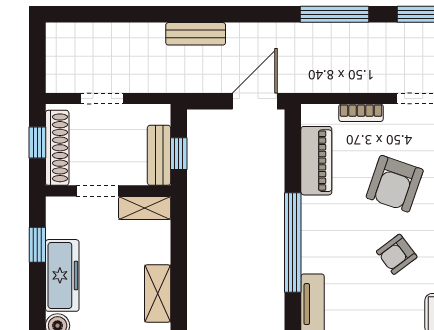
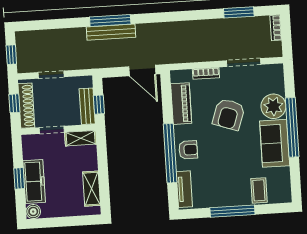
window: (334, 14) -> (110, 21), moved
bench: (196, 34) -> (111, 32), width x1.36
window: (37, 61) -> (11, 55), added
door: (255, 101) -> (142, 70), swing flipped
window: (37, 245) -> (19, 178), moved
armchair: (397, 254) -> (188, 150), moved, turned -143

